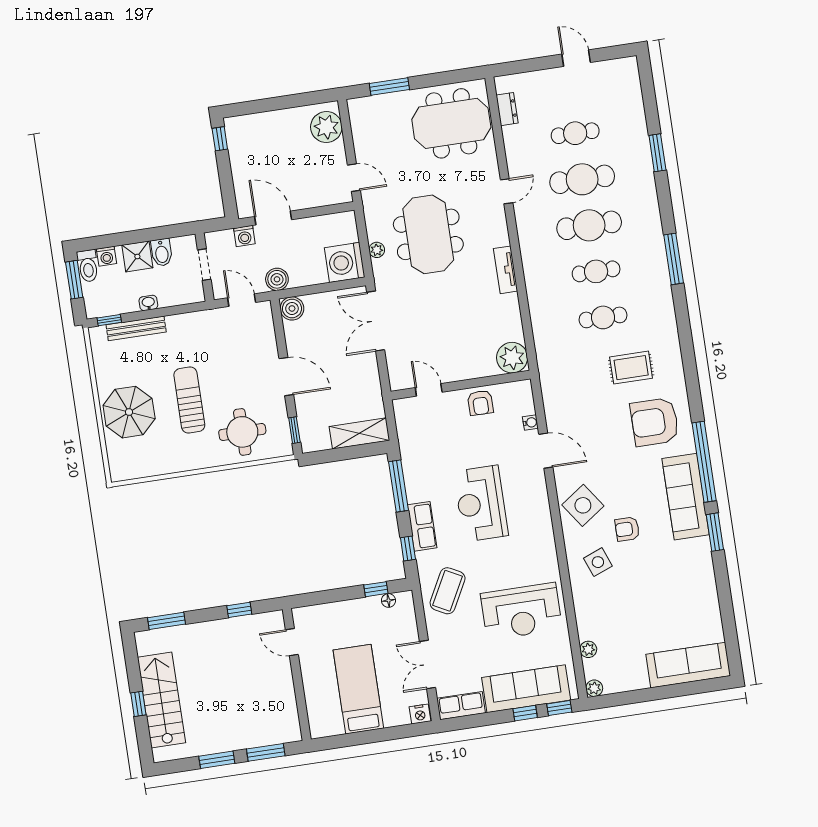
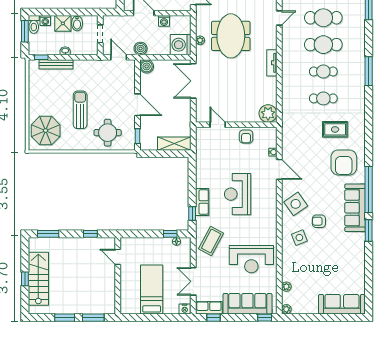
washing machine: (244, 236) -> (164, 21), moved
parasol: (129, 412) -> (46, 131), moved
armchair: (655, 422) -> (344, 162), turned -90
window: (398, 486) -> (192, 177), removed
window: (525, 713) -> (214, 318), moved

